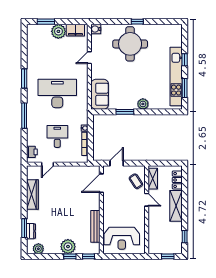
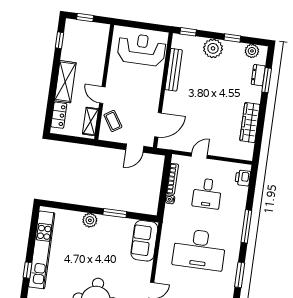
window: (185, 88) -> (33, 234), removed
door: (48, 164) -> (199, 156), moved
window: (70, 256) -> (232, 38), moved

